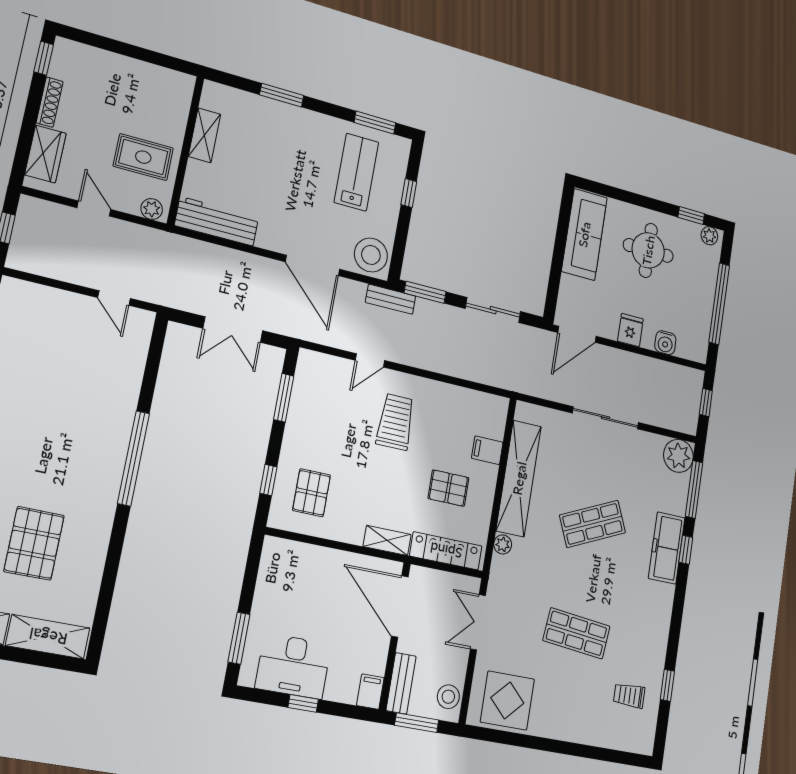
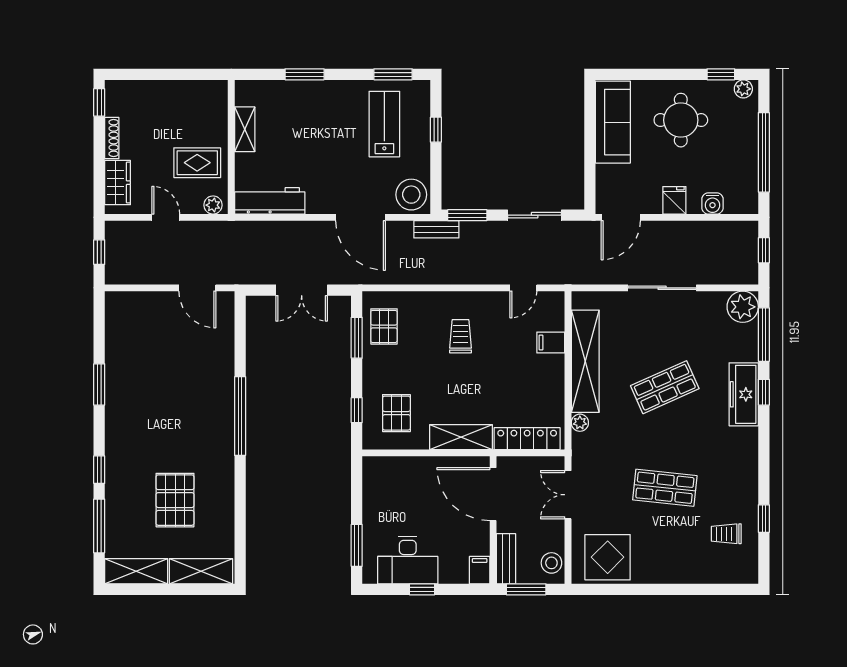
door: (114, 298) -> (197, 288), width x1.38
door: (370, 360) -> (523, 288), moved
trolley: (395, 422) -> (461, 336), width x0.73, depth x0.72
pallet: (448, 488) -> (384, 326), moved, turned 90
shelving: (387, 540) -> (461, 437), width x1.50, depth x1.33

